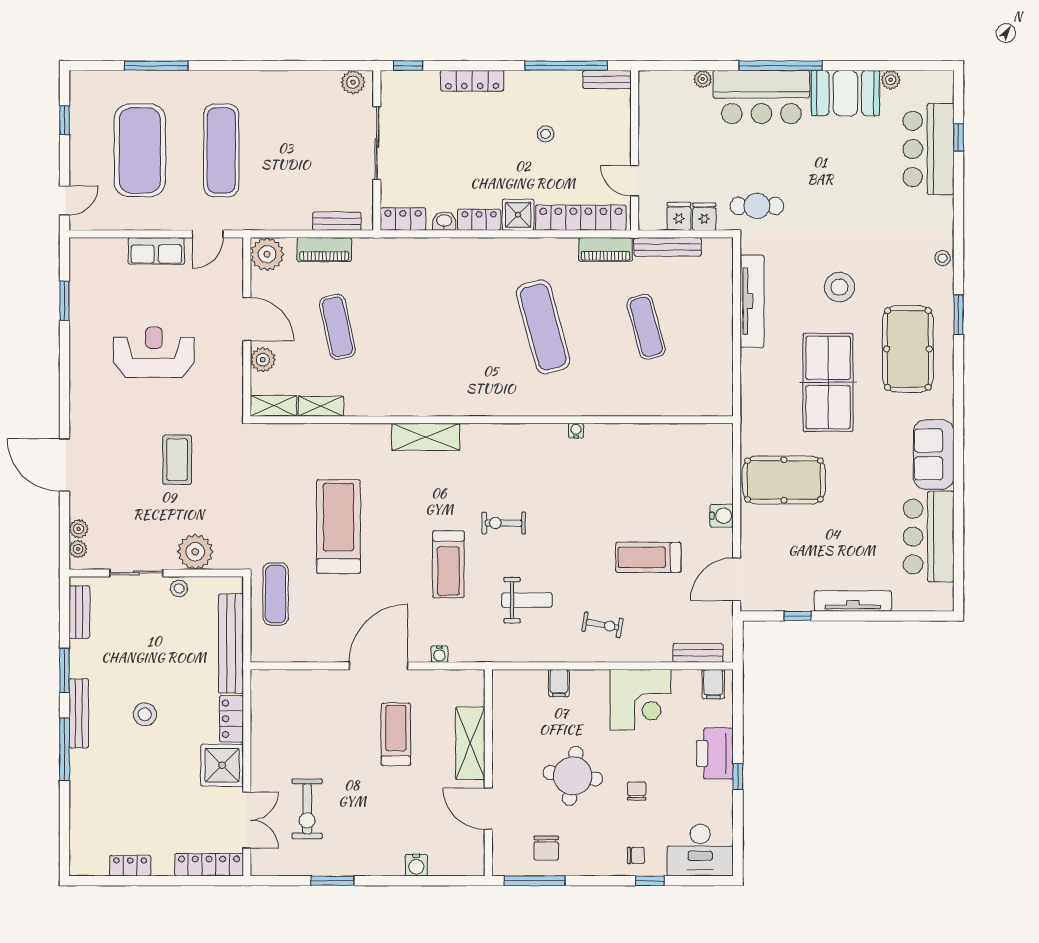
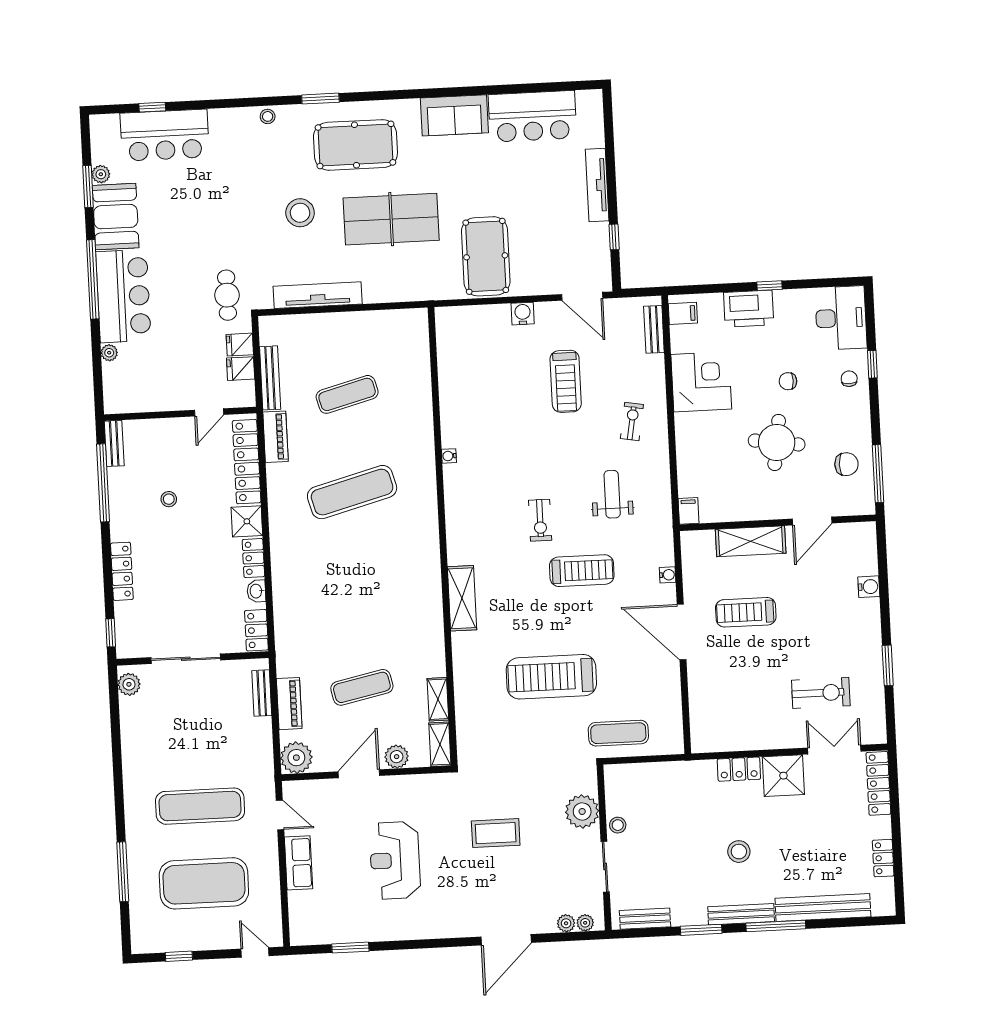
window: (878, 66) -> (88, 187), added
bench: (231, 644) -> (823, 907), moved
filing cabinet: (559, 683) -> (689, 511), moved, turned -90

